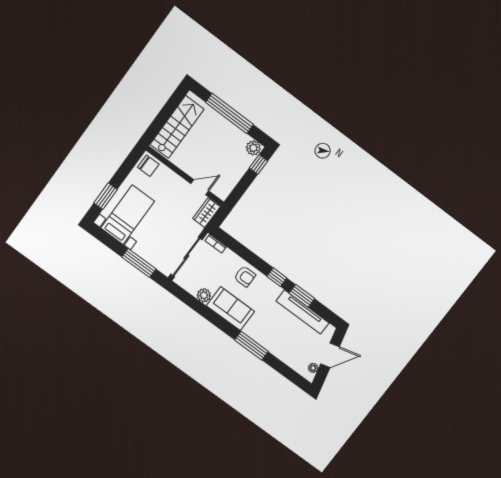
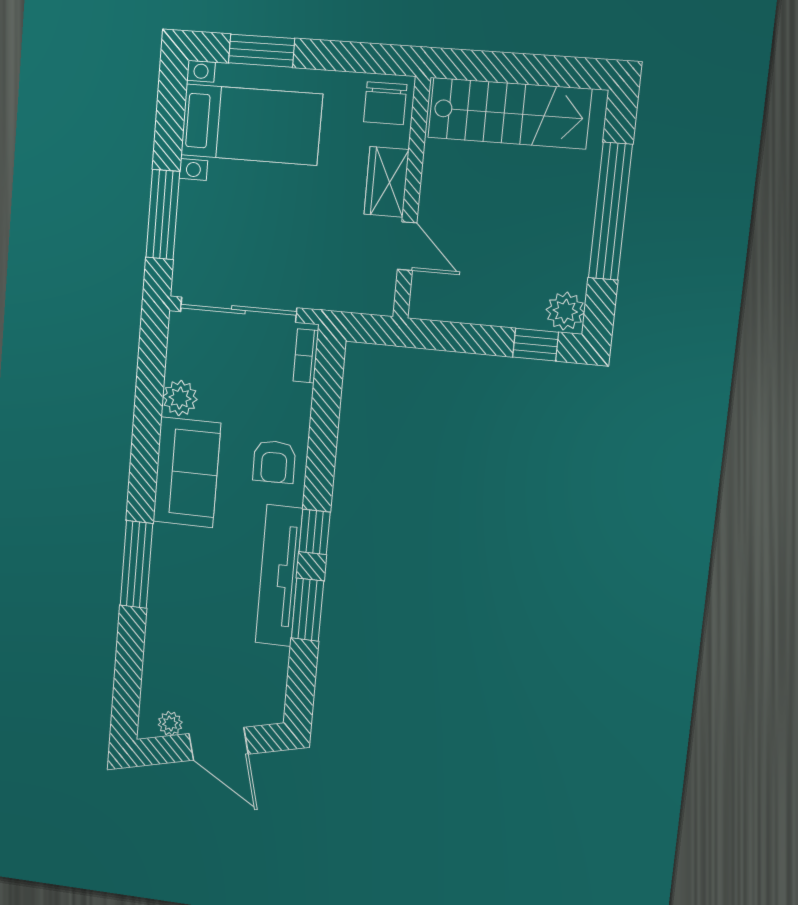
wardrobe: (206, 213) -> (386, 182), moved, turned -90
tv unit: (303, 312) -> (279, 576), moved

